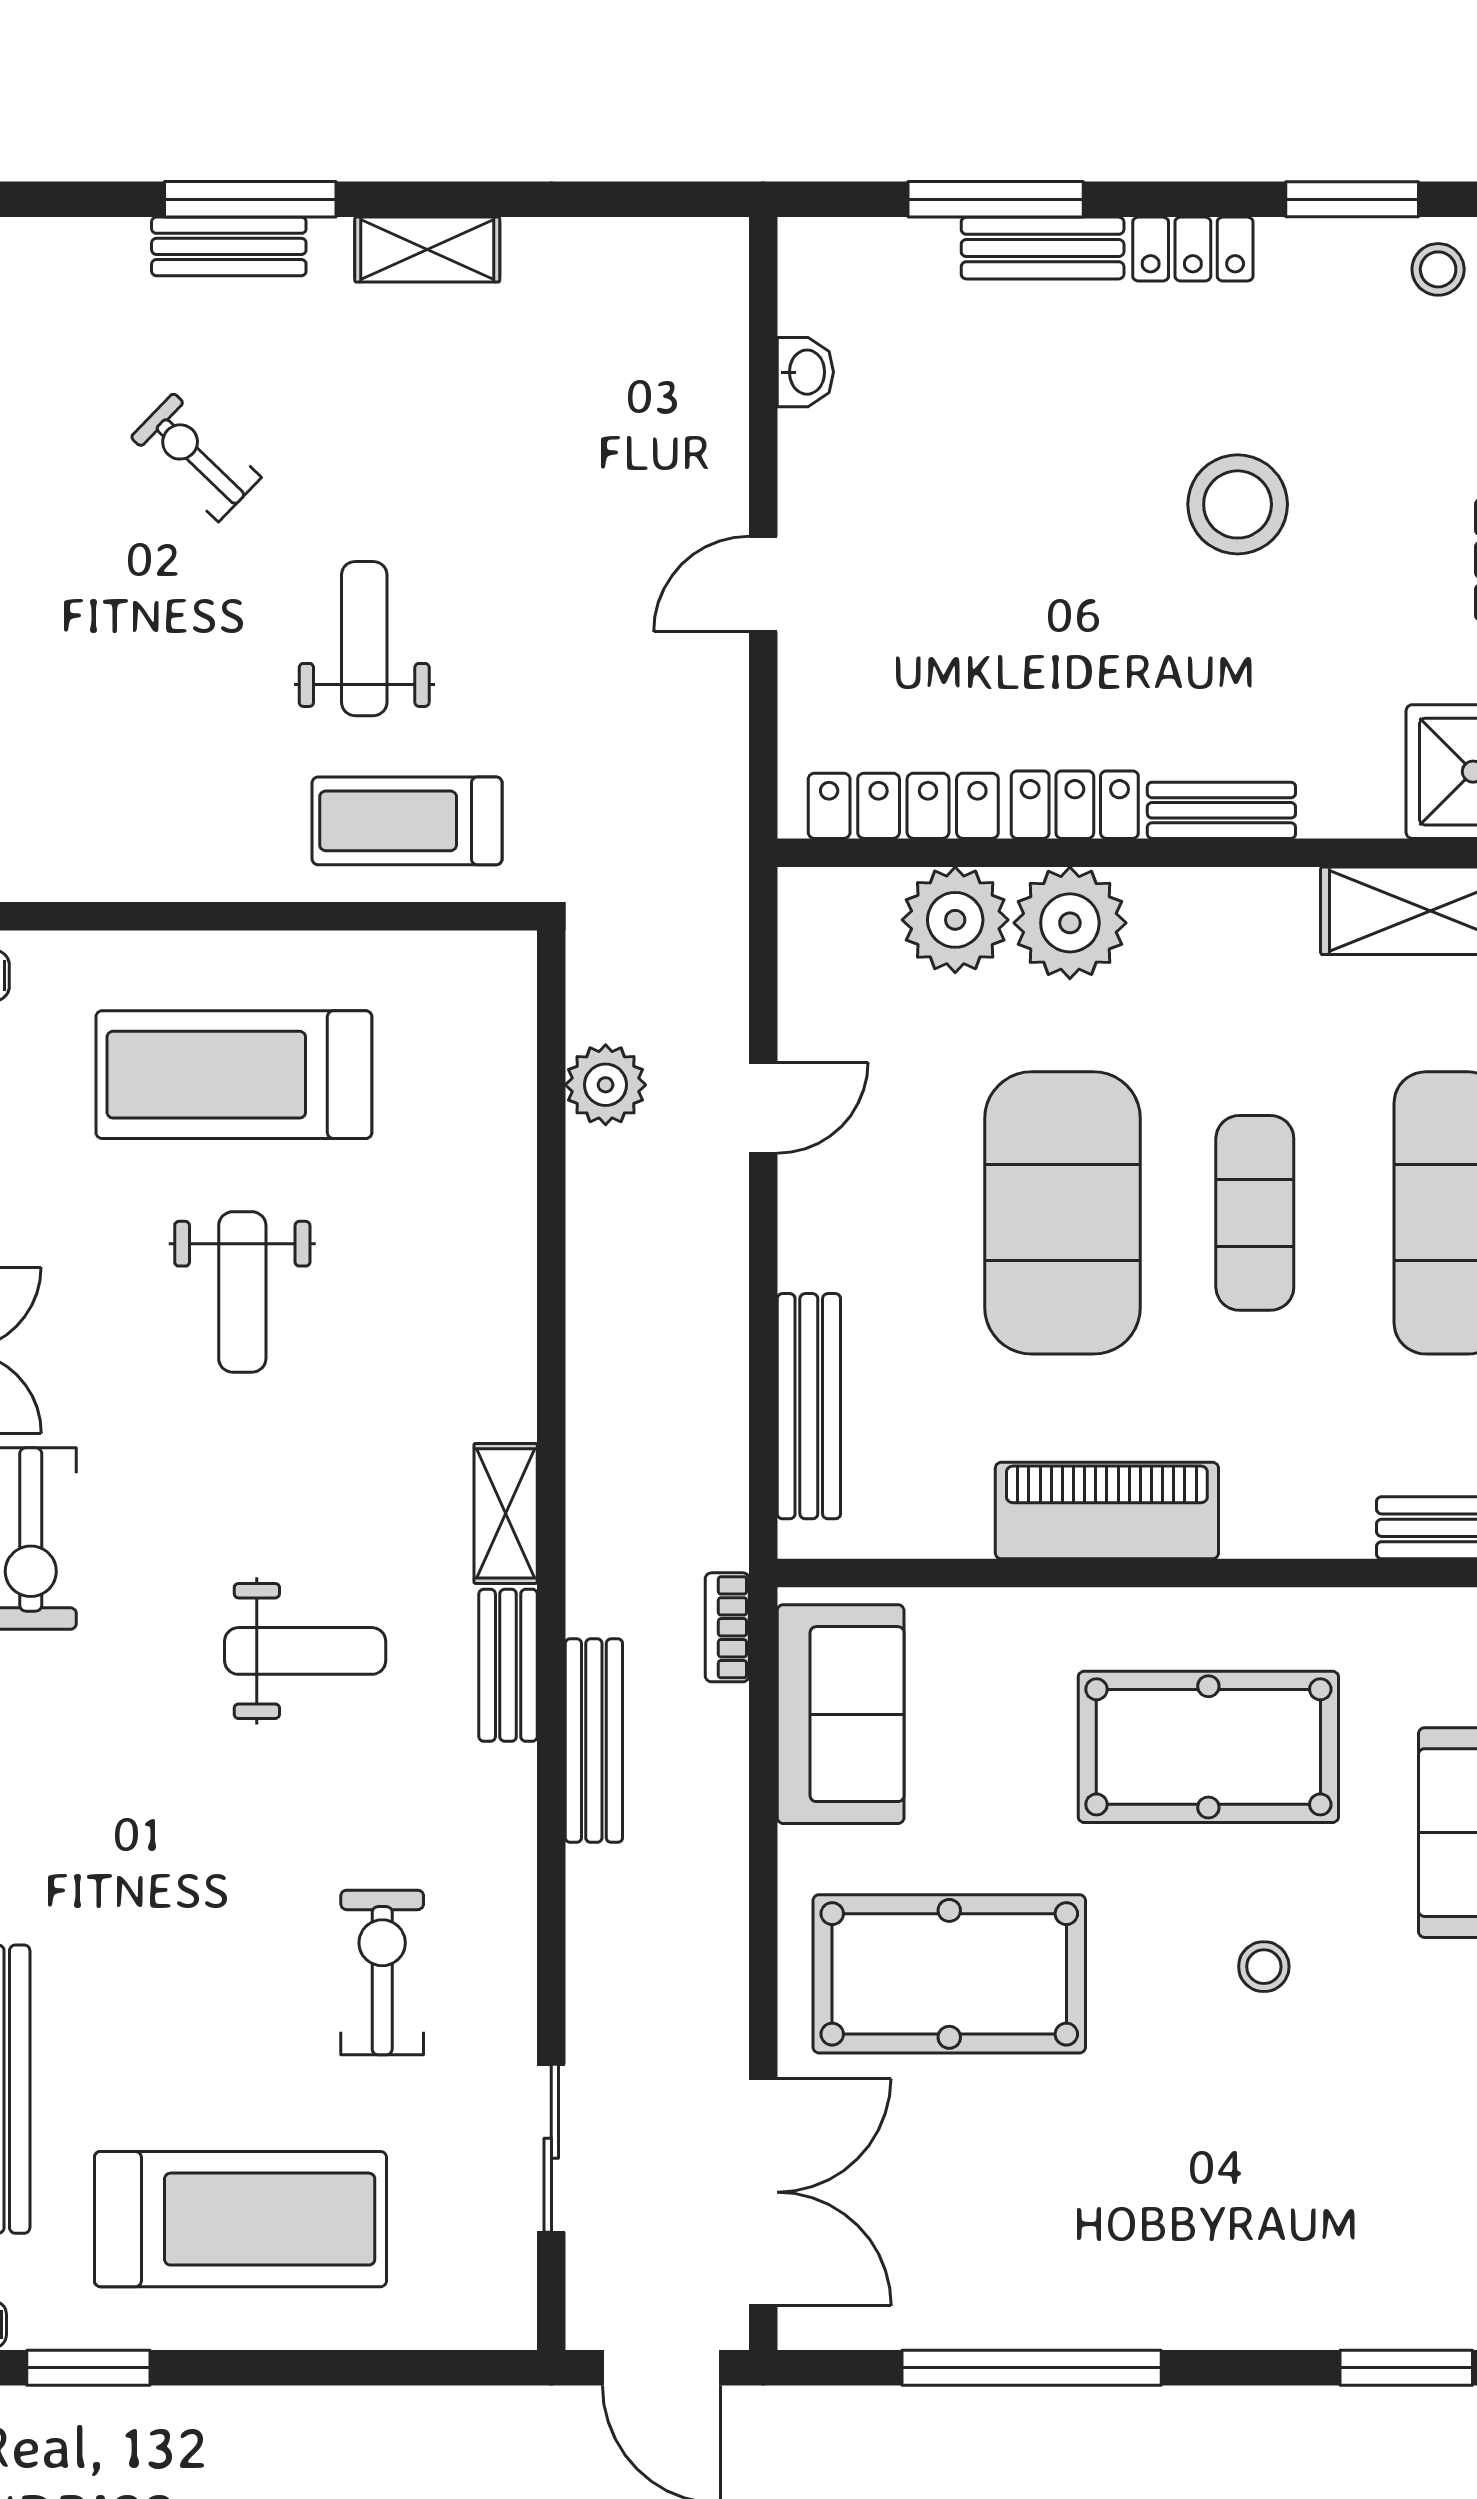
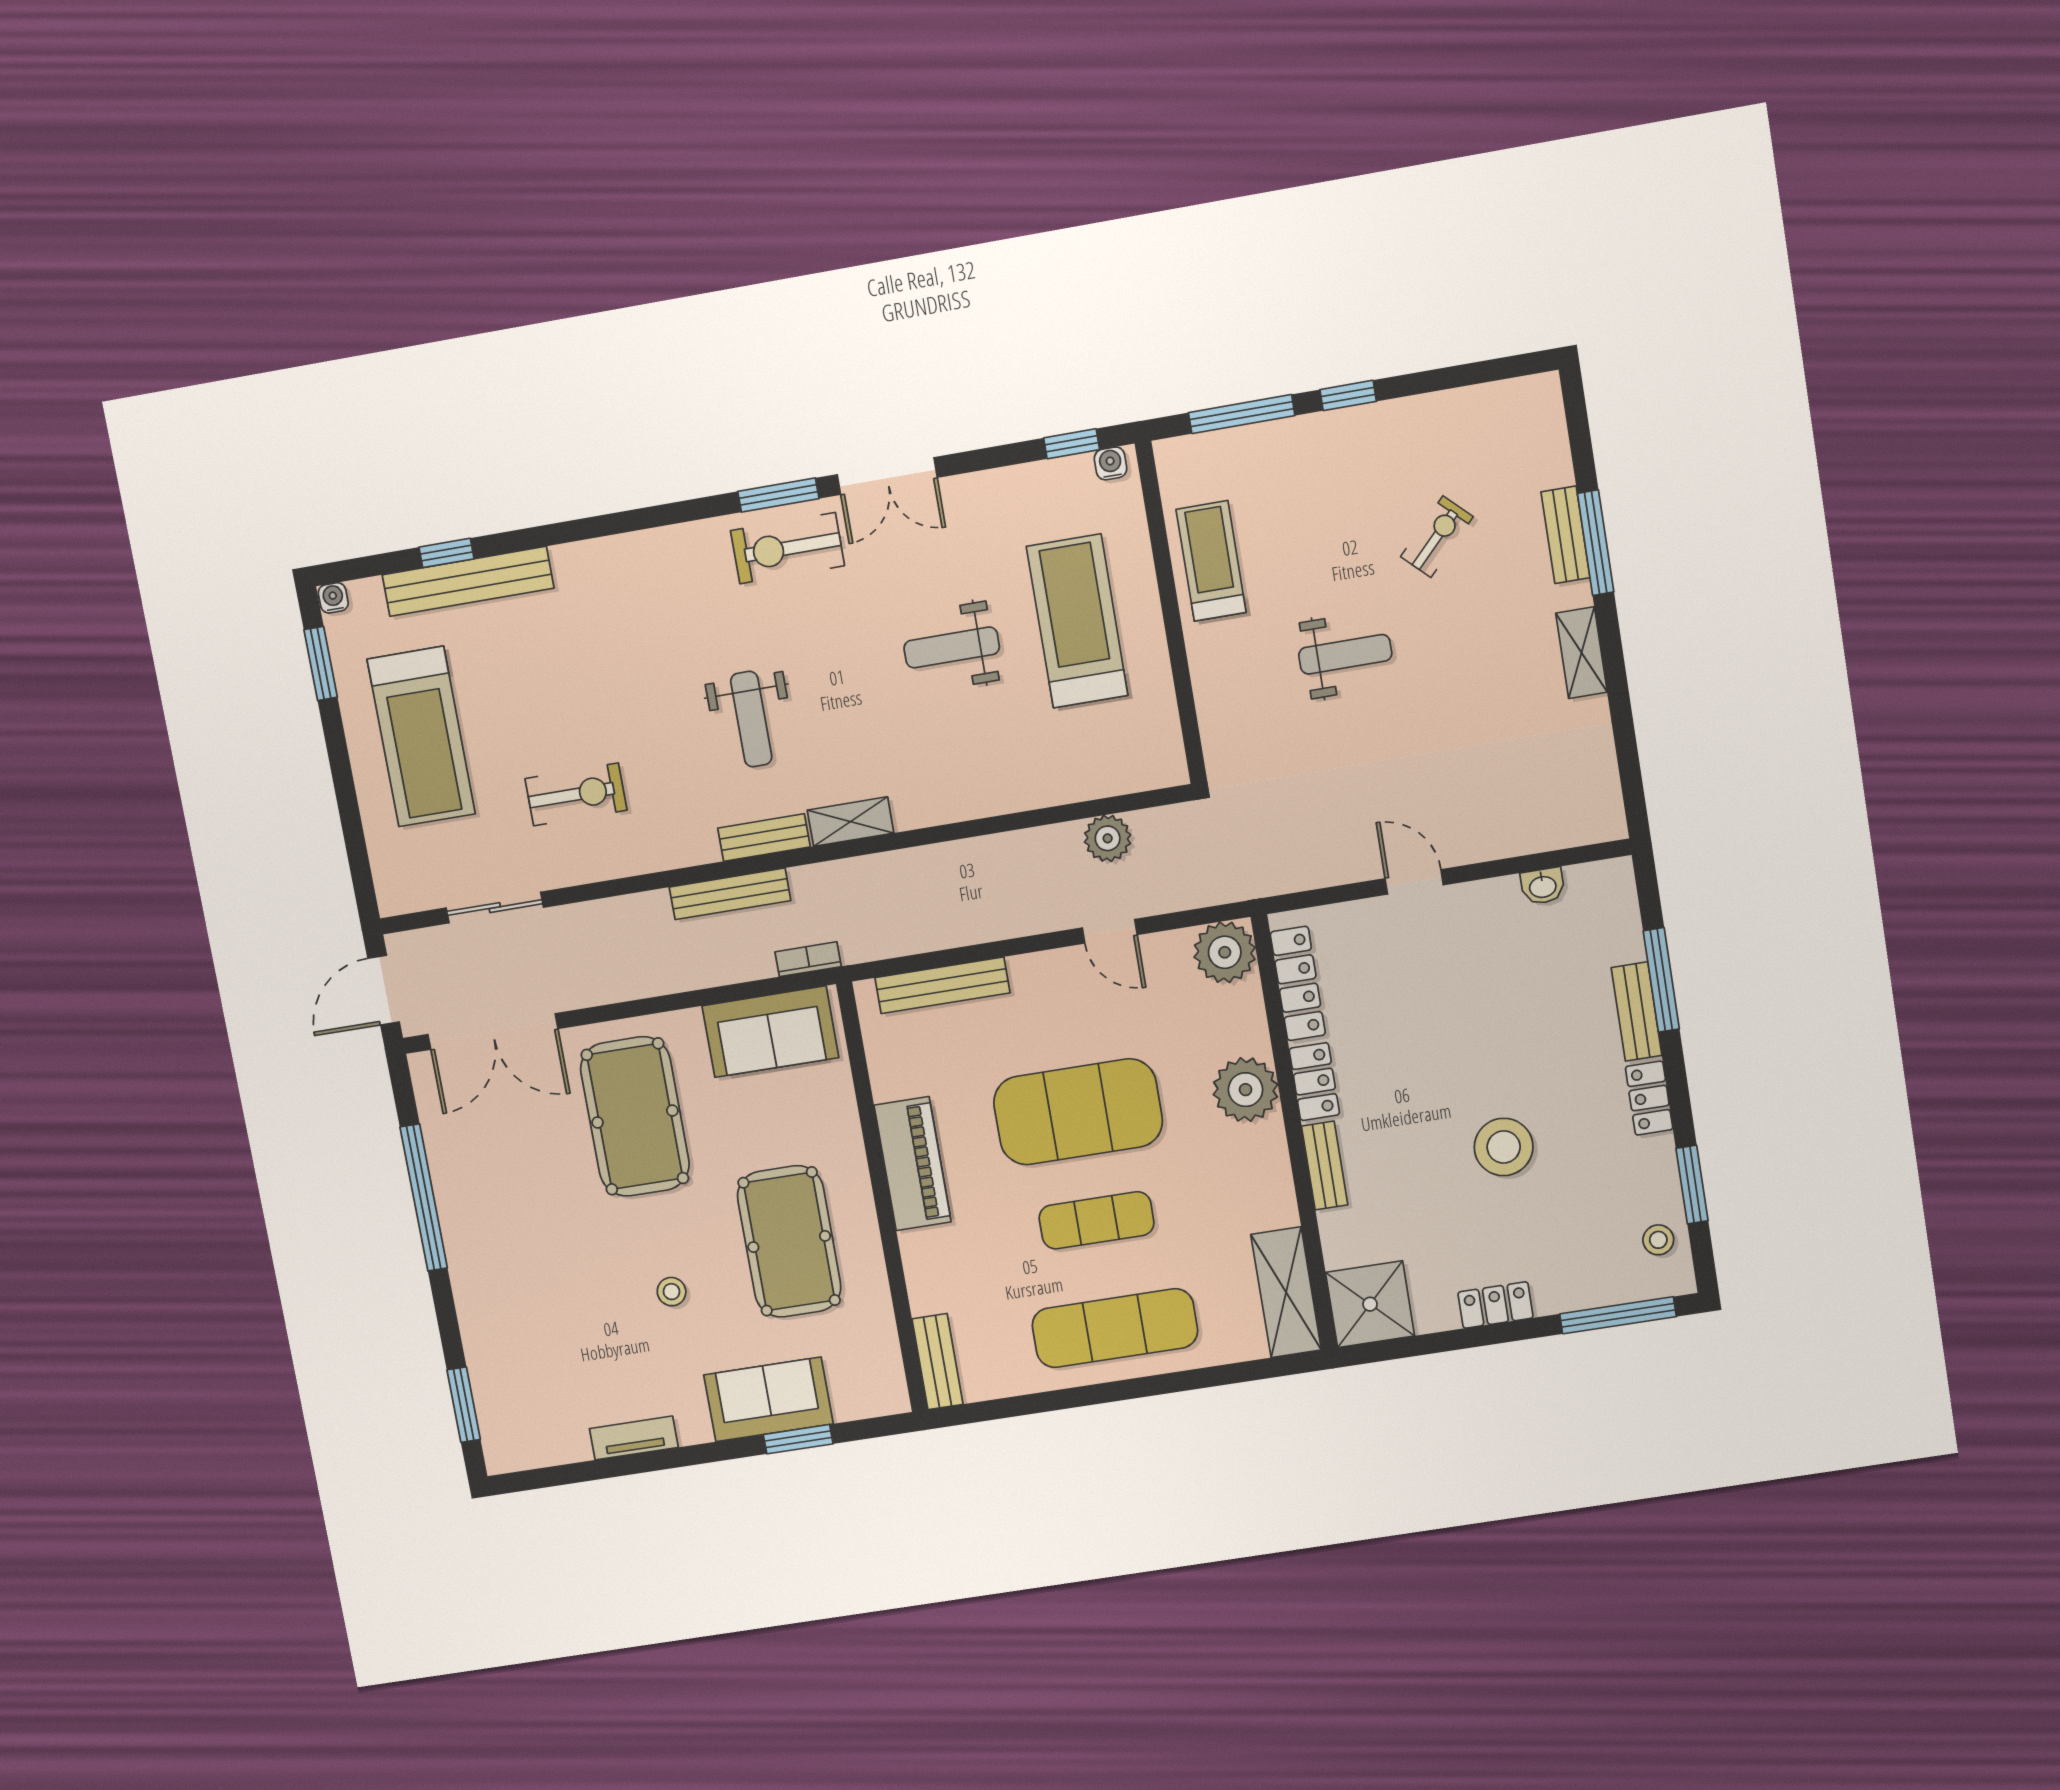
treadmill: (407, 821) -> (1211, 561), moved
plant: (955, 920) -> (1225, 952), moved

